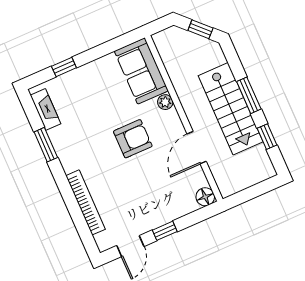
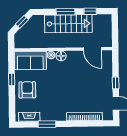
window: (64, 67) -> (12, 79), moved
armchair: (133, 139) -> (27, 90), moved
door: (197, 148) -> (92, 49), moved
floor lamp: (205, 197) -> (61, 56), moved

